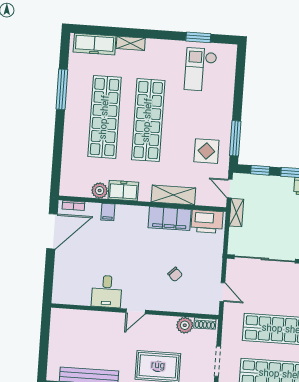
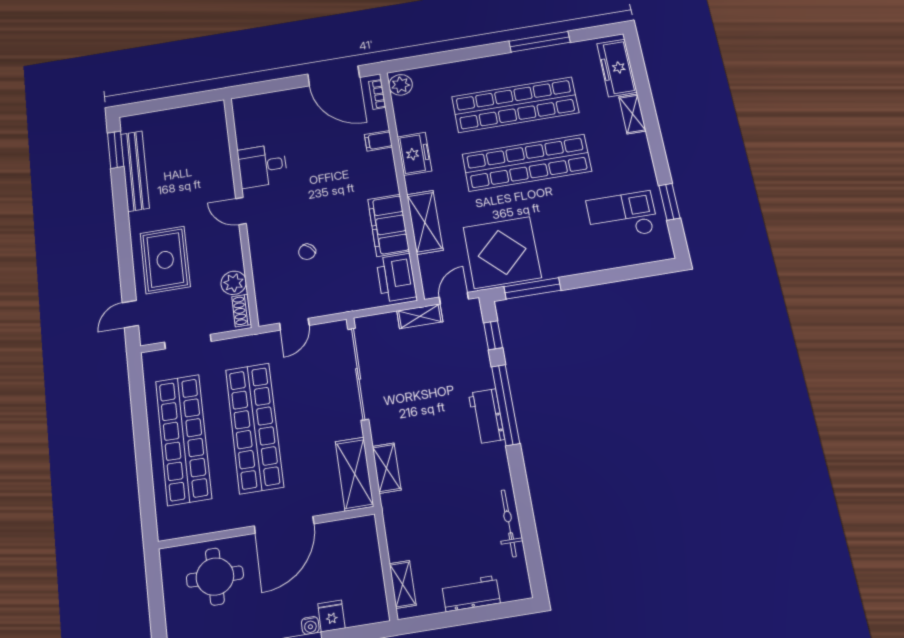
display table: (206, 151) -> (502, 252), width x1.86, depth x1.86
plant: (100, 191) -> (401, 85), moved

